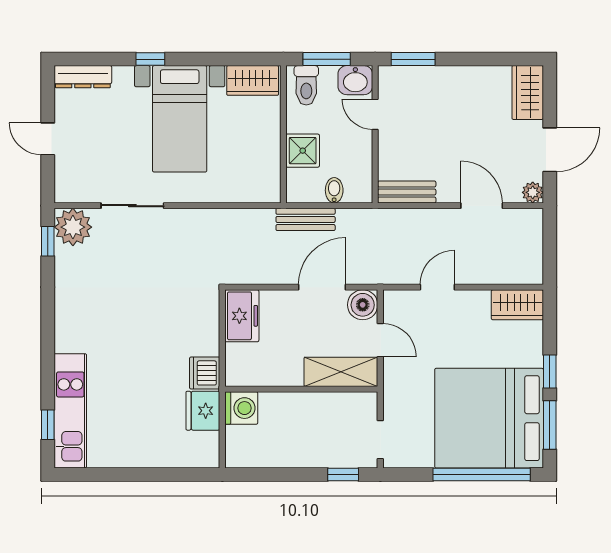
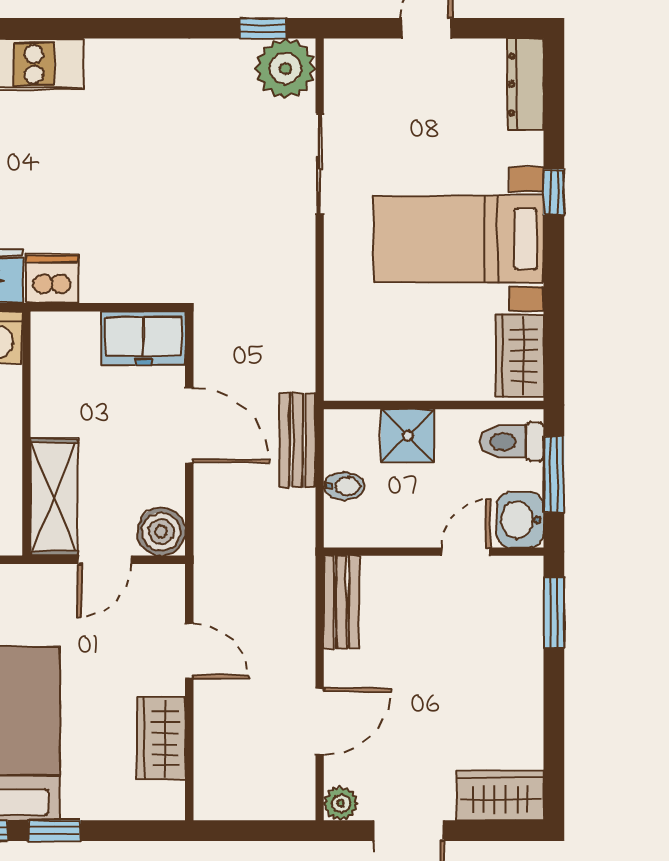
door: (322, 287) -> (189, 425), moved
wardrobe: (517, 305) -> (161, 739), moved

